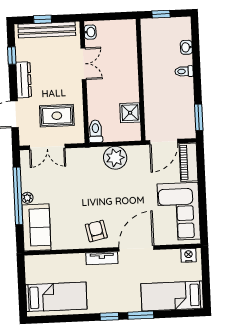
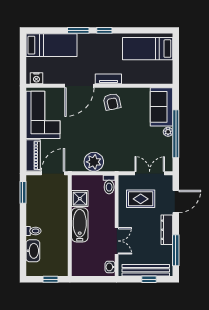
washbasin: (186, 47) -> (33, 251), width x1.91, depth x1.45
window: (12, 56) -> (176, 250), width x2.17
double door: (84, 64) -> (117, 241), swing flipped
bathtub: (129, 81) -> (80, 225), added

